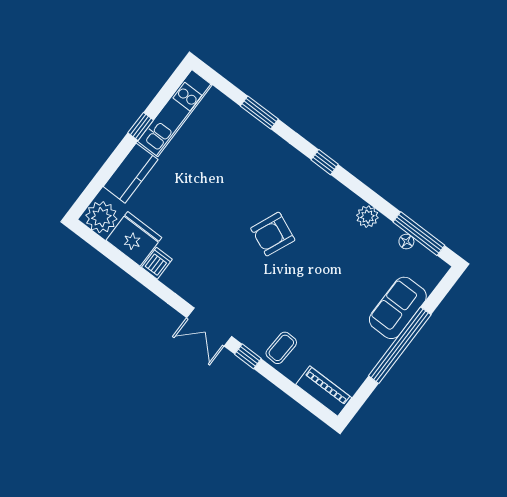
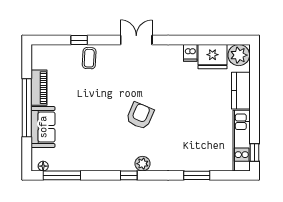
window: (141, 126) -> (255, 152), moved
window: (325, 162) -> (129, 175), moved
plant: (367, 217) -> (143, 164), moved
floor lamp: (406, 242) -> (43, 166), moved
window: (248, 356) -> (79, 40), moved
piano: (324, 391) -> (39, 88), moved, turned -90

